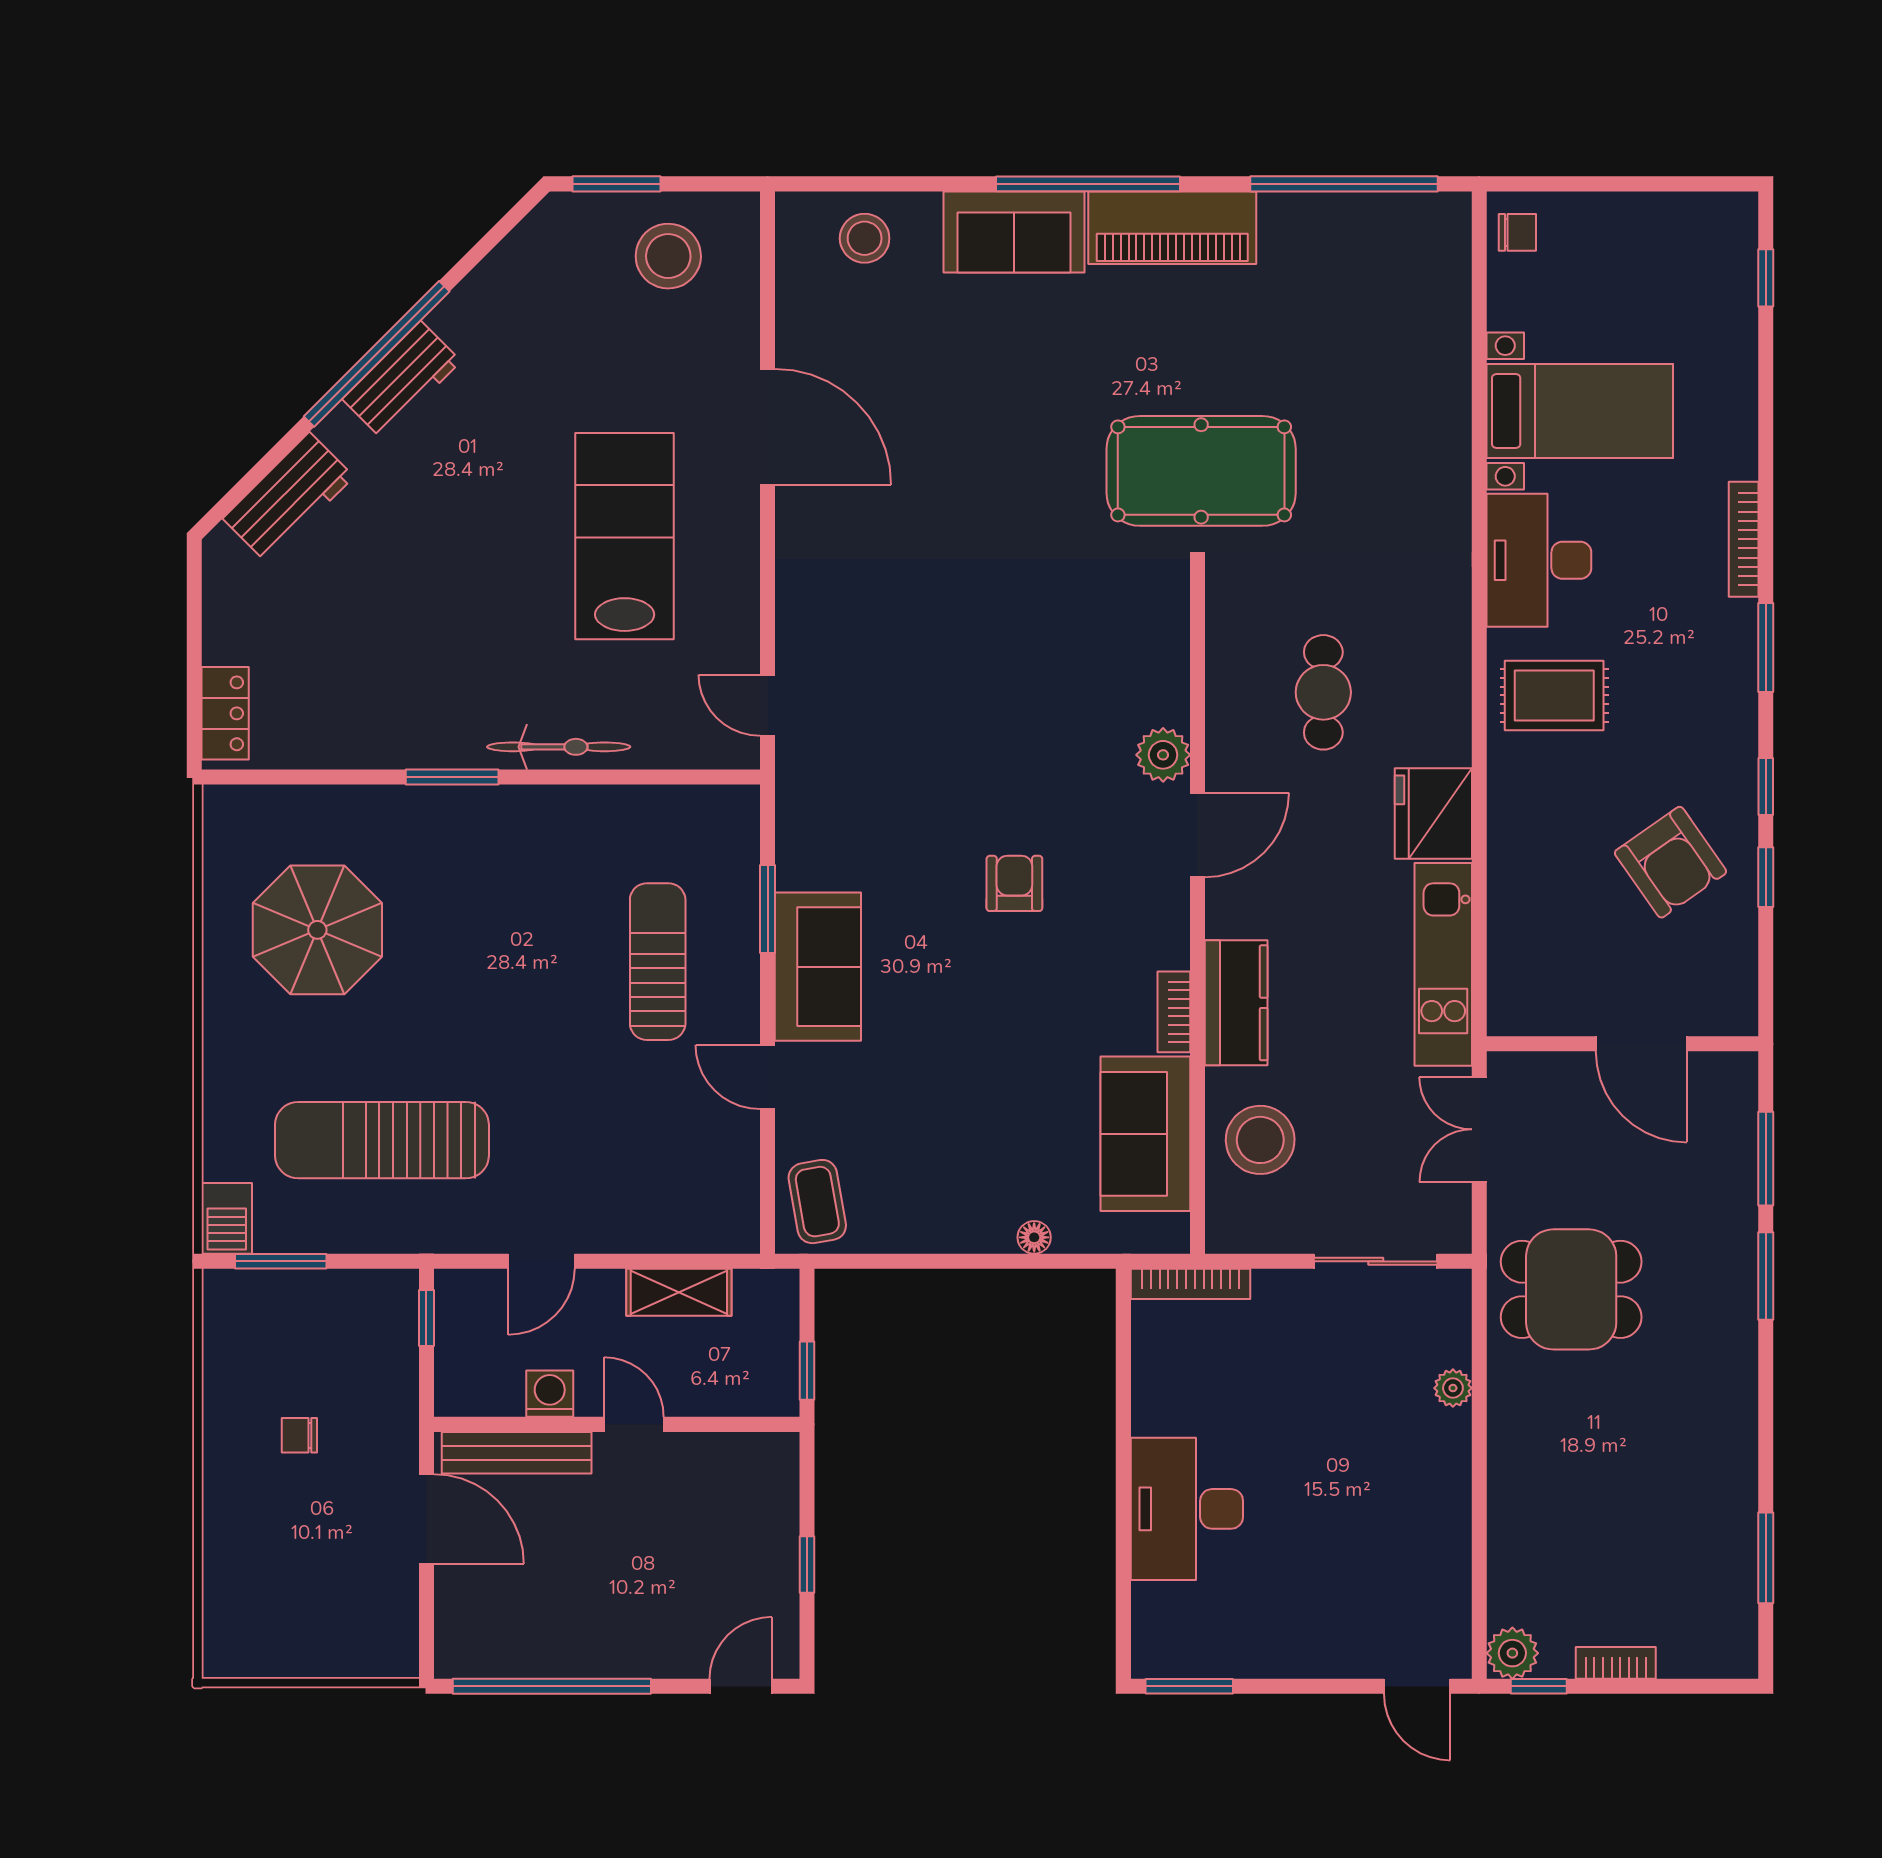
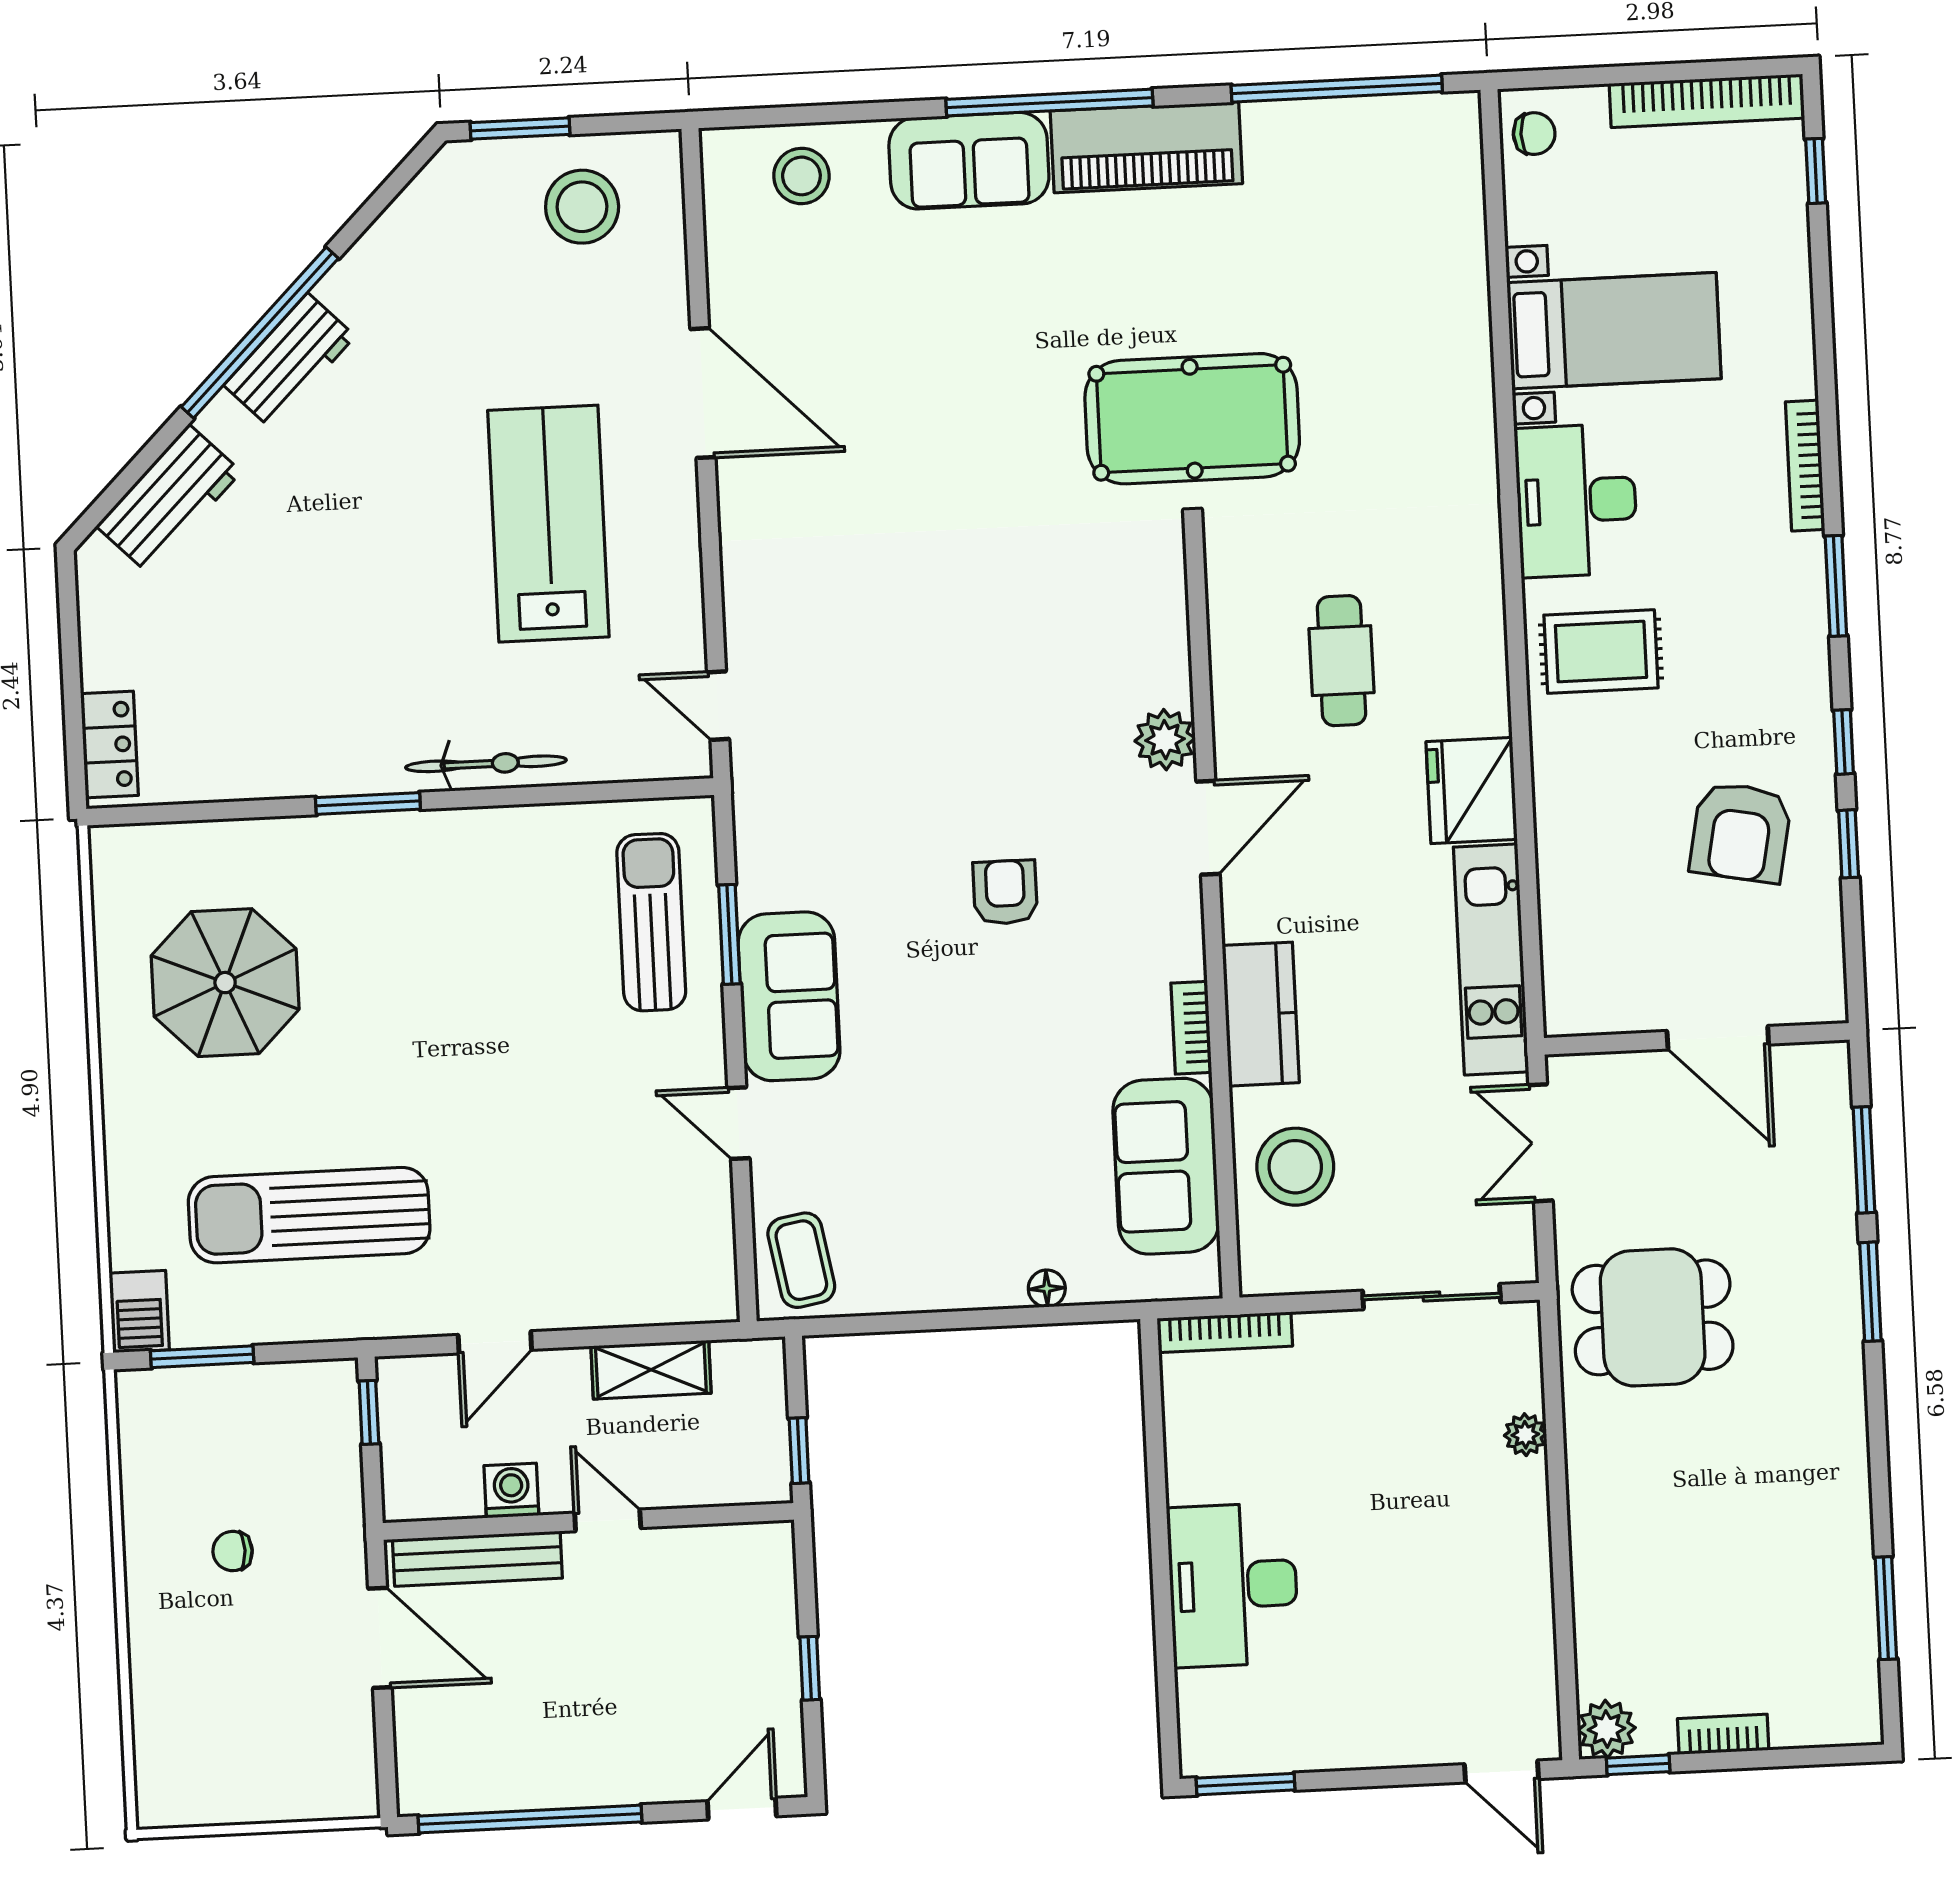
bookcase: (1672, 211) -> (1707, 101), added
armchair: (1670, 862) -> (1741, 832), turned 46
sun lounger: (658, 962) -> (651, 922), moved

